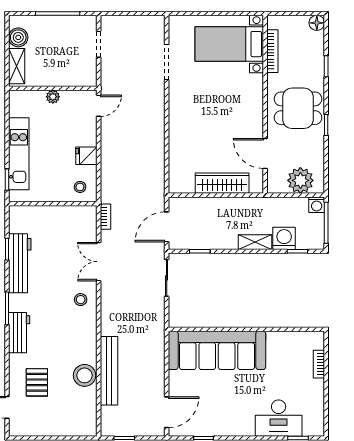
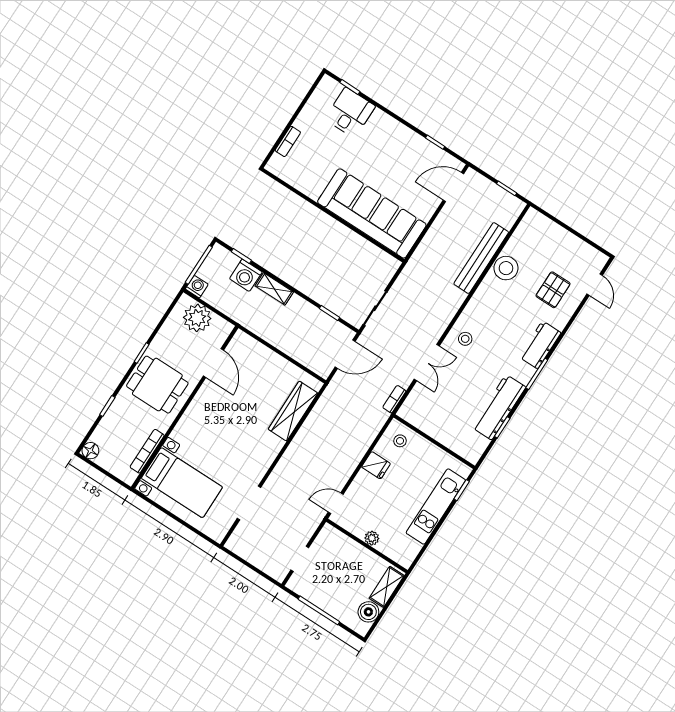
wardrobe: (222, 183) -> (293, 411), moved, turned 90
desk: (279, 418) -> (350, 113), width x0.73

